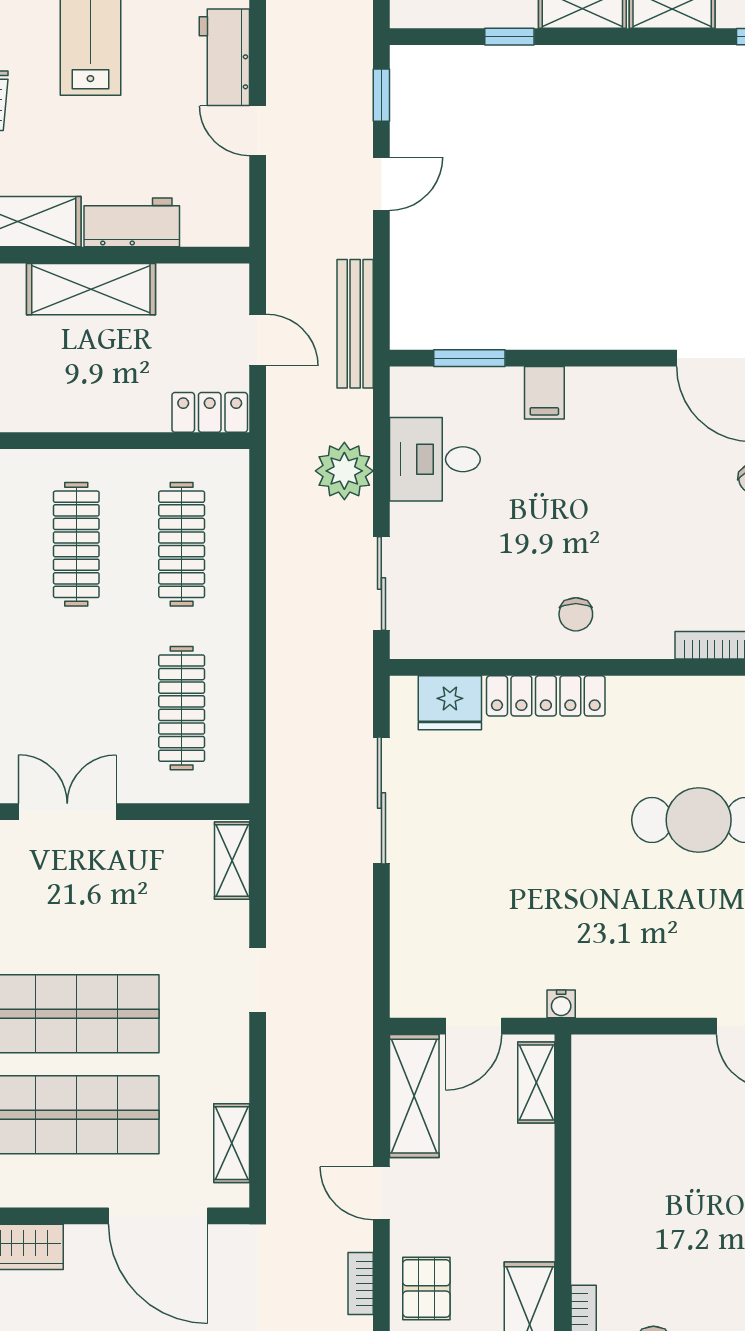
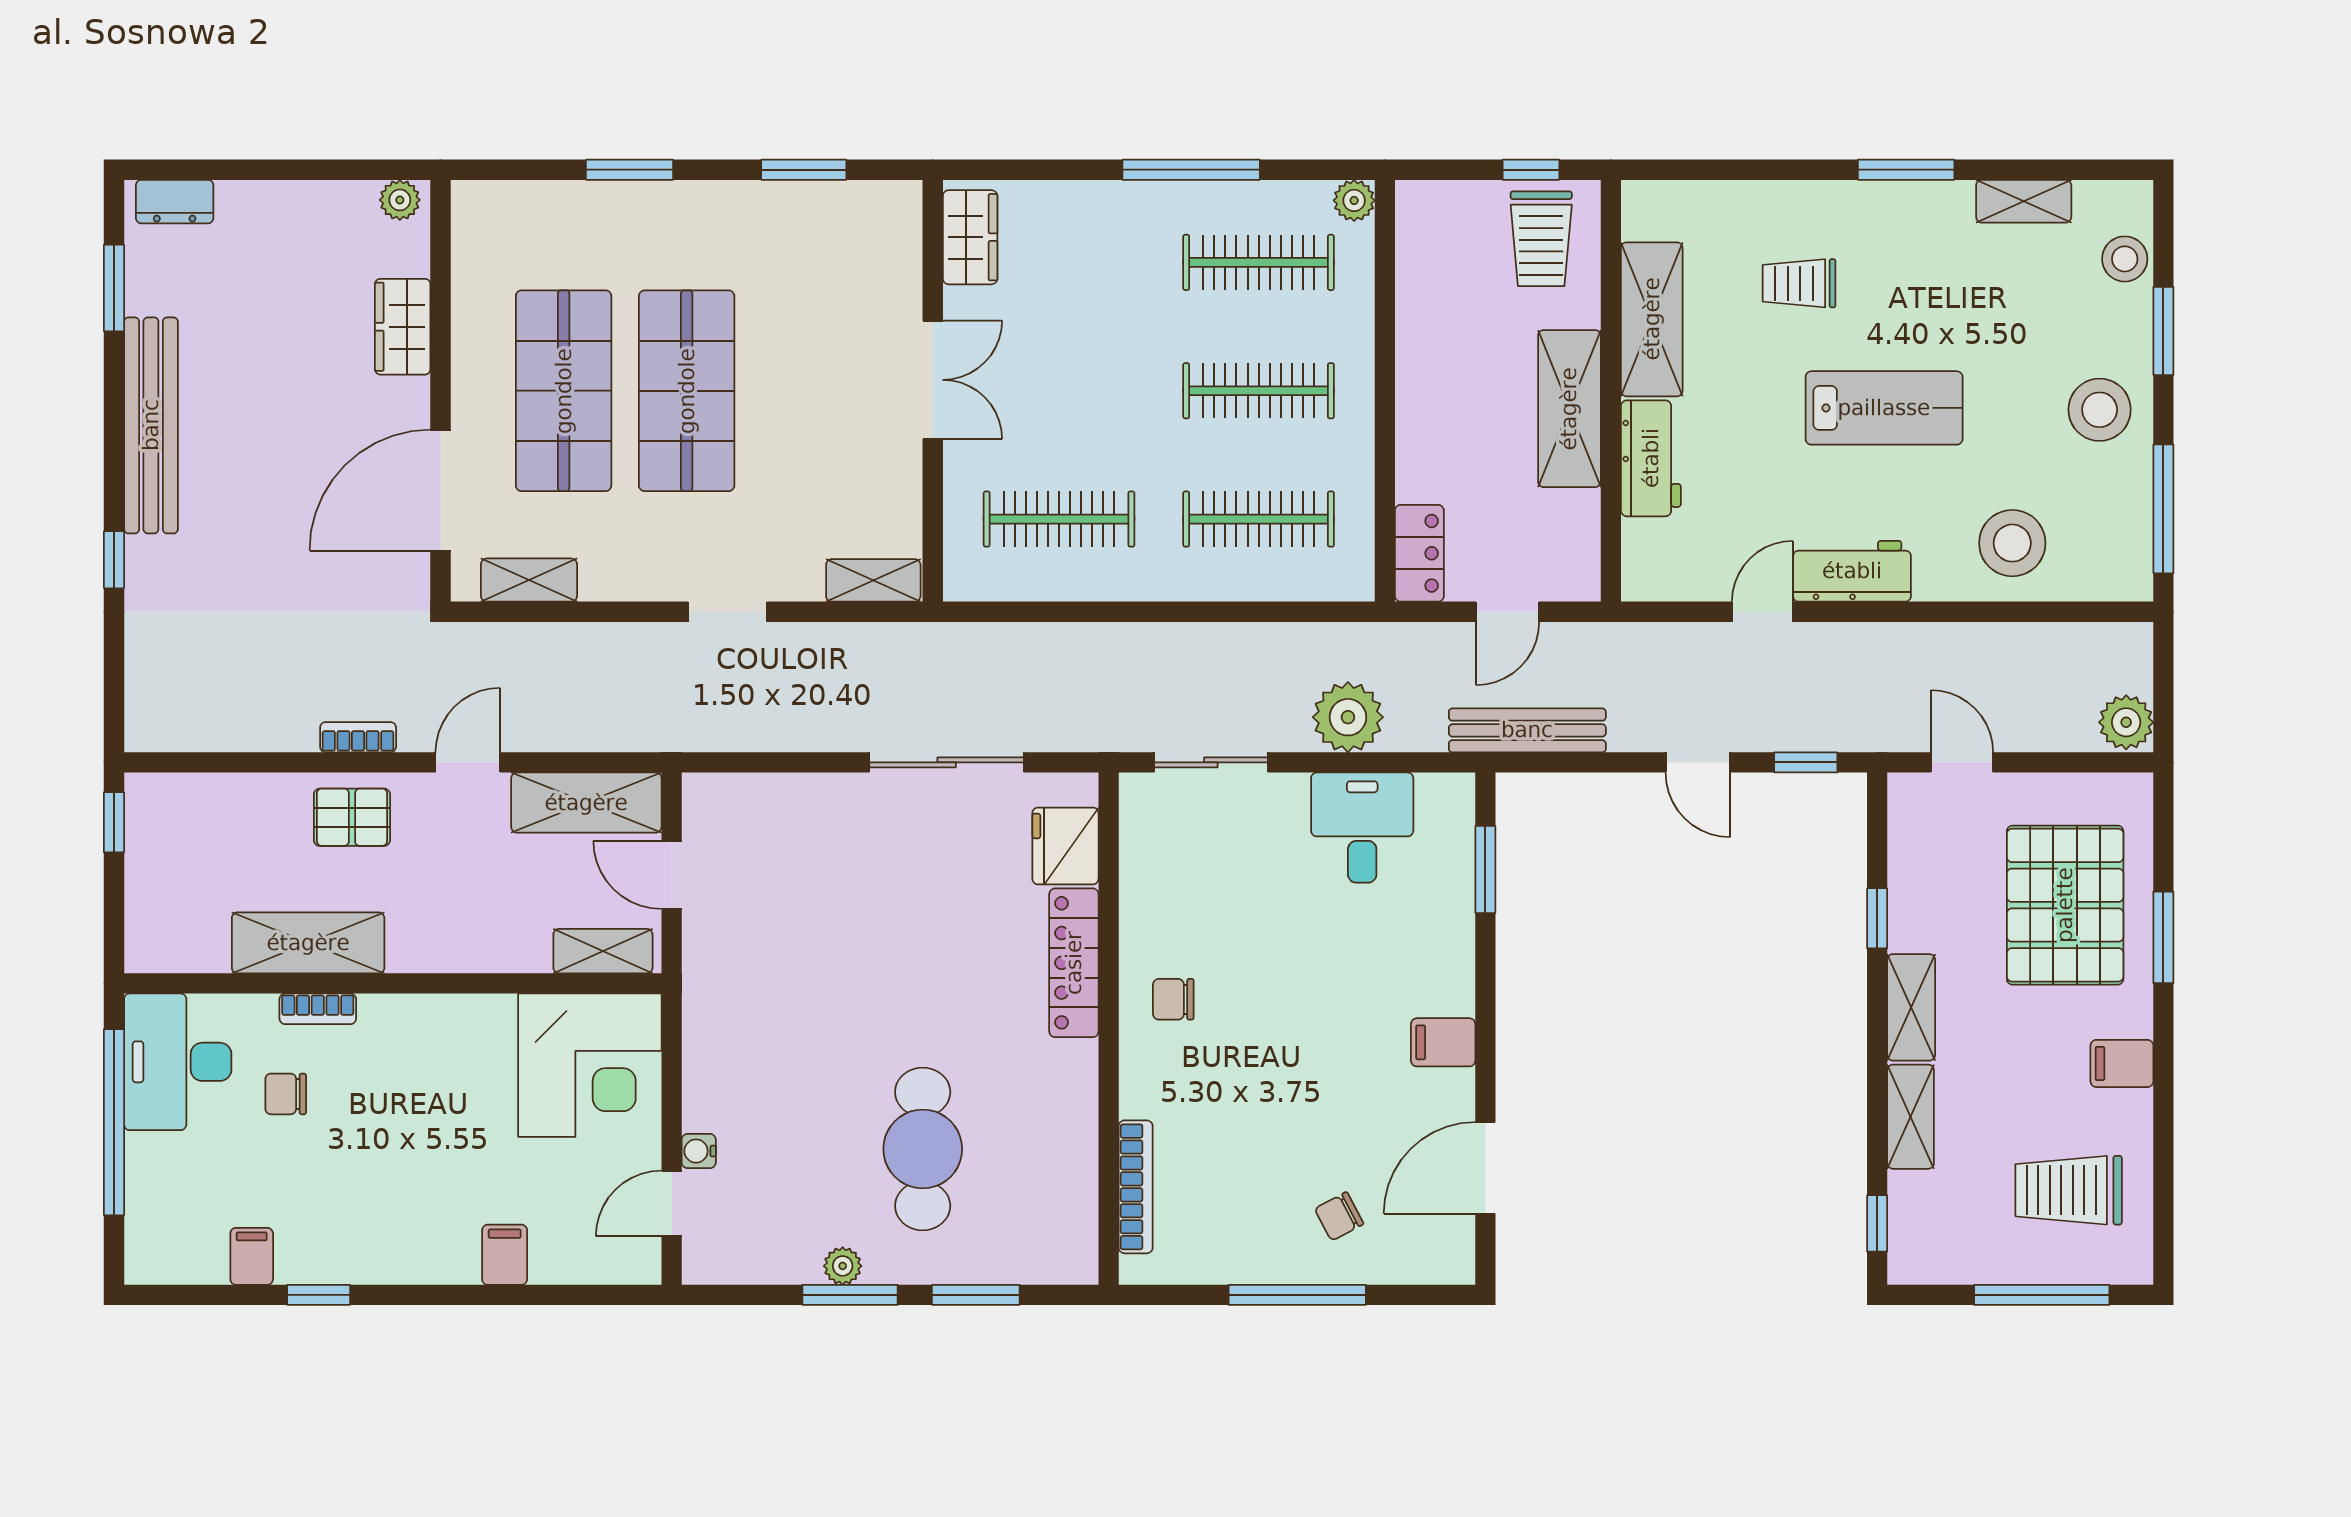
filing cabinet: (544, 393) -> (1443, 1042), moved
water cooler: (561, 1004) -> (699, 1151), moved
corner desk: (630, 1093) -> (590, 1065), added

